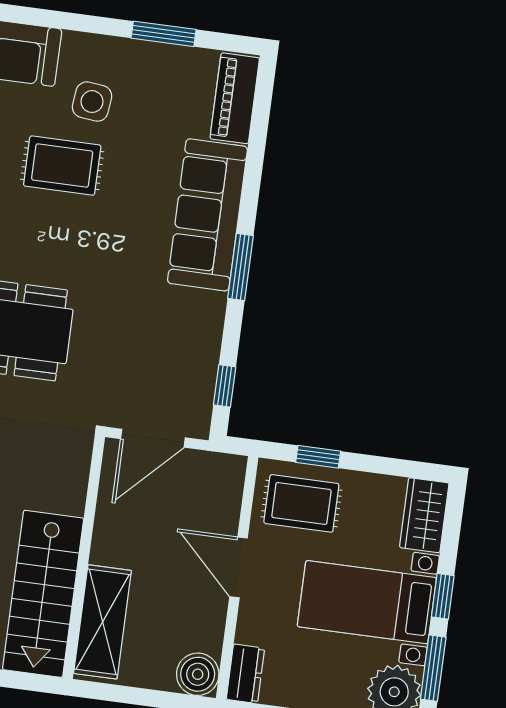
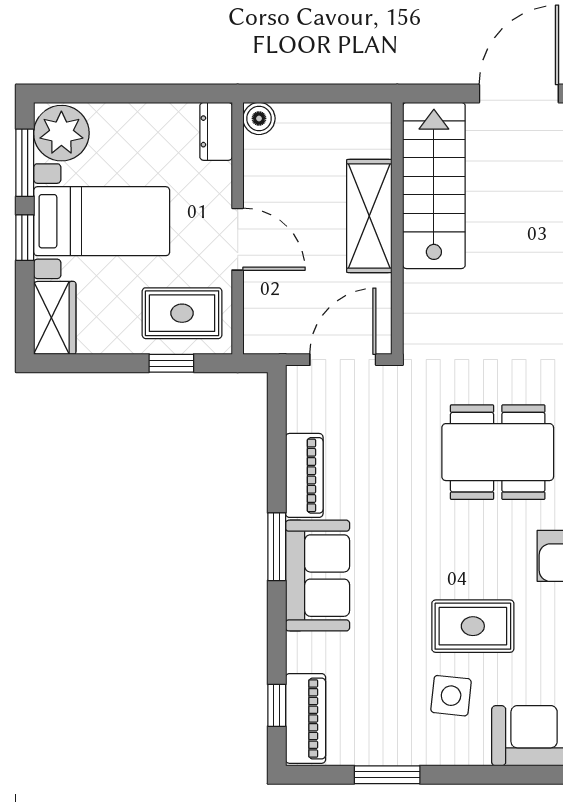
sofa: (207, 215) -> (318, 576), width x0.73
piano: (205, 332) -> (304, 475), added
window: (225, 386) -> (277, 705), moved
shelving: (103, 622) -> (369, 216), moved
boiler: (198, 674) -> (259, 118), width x0.73, depth x0.73

